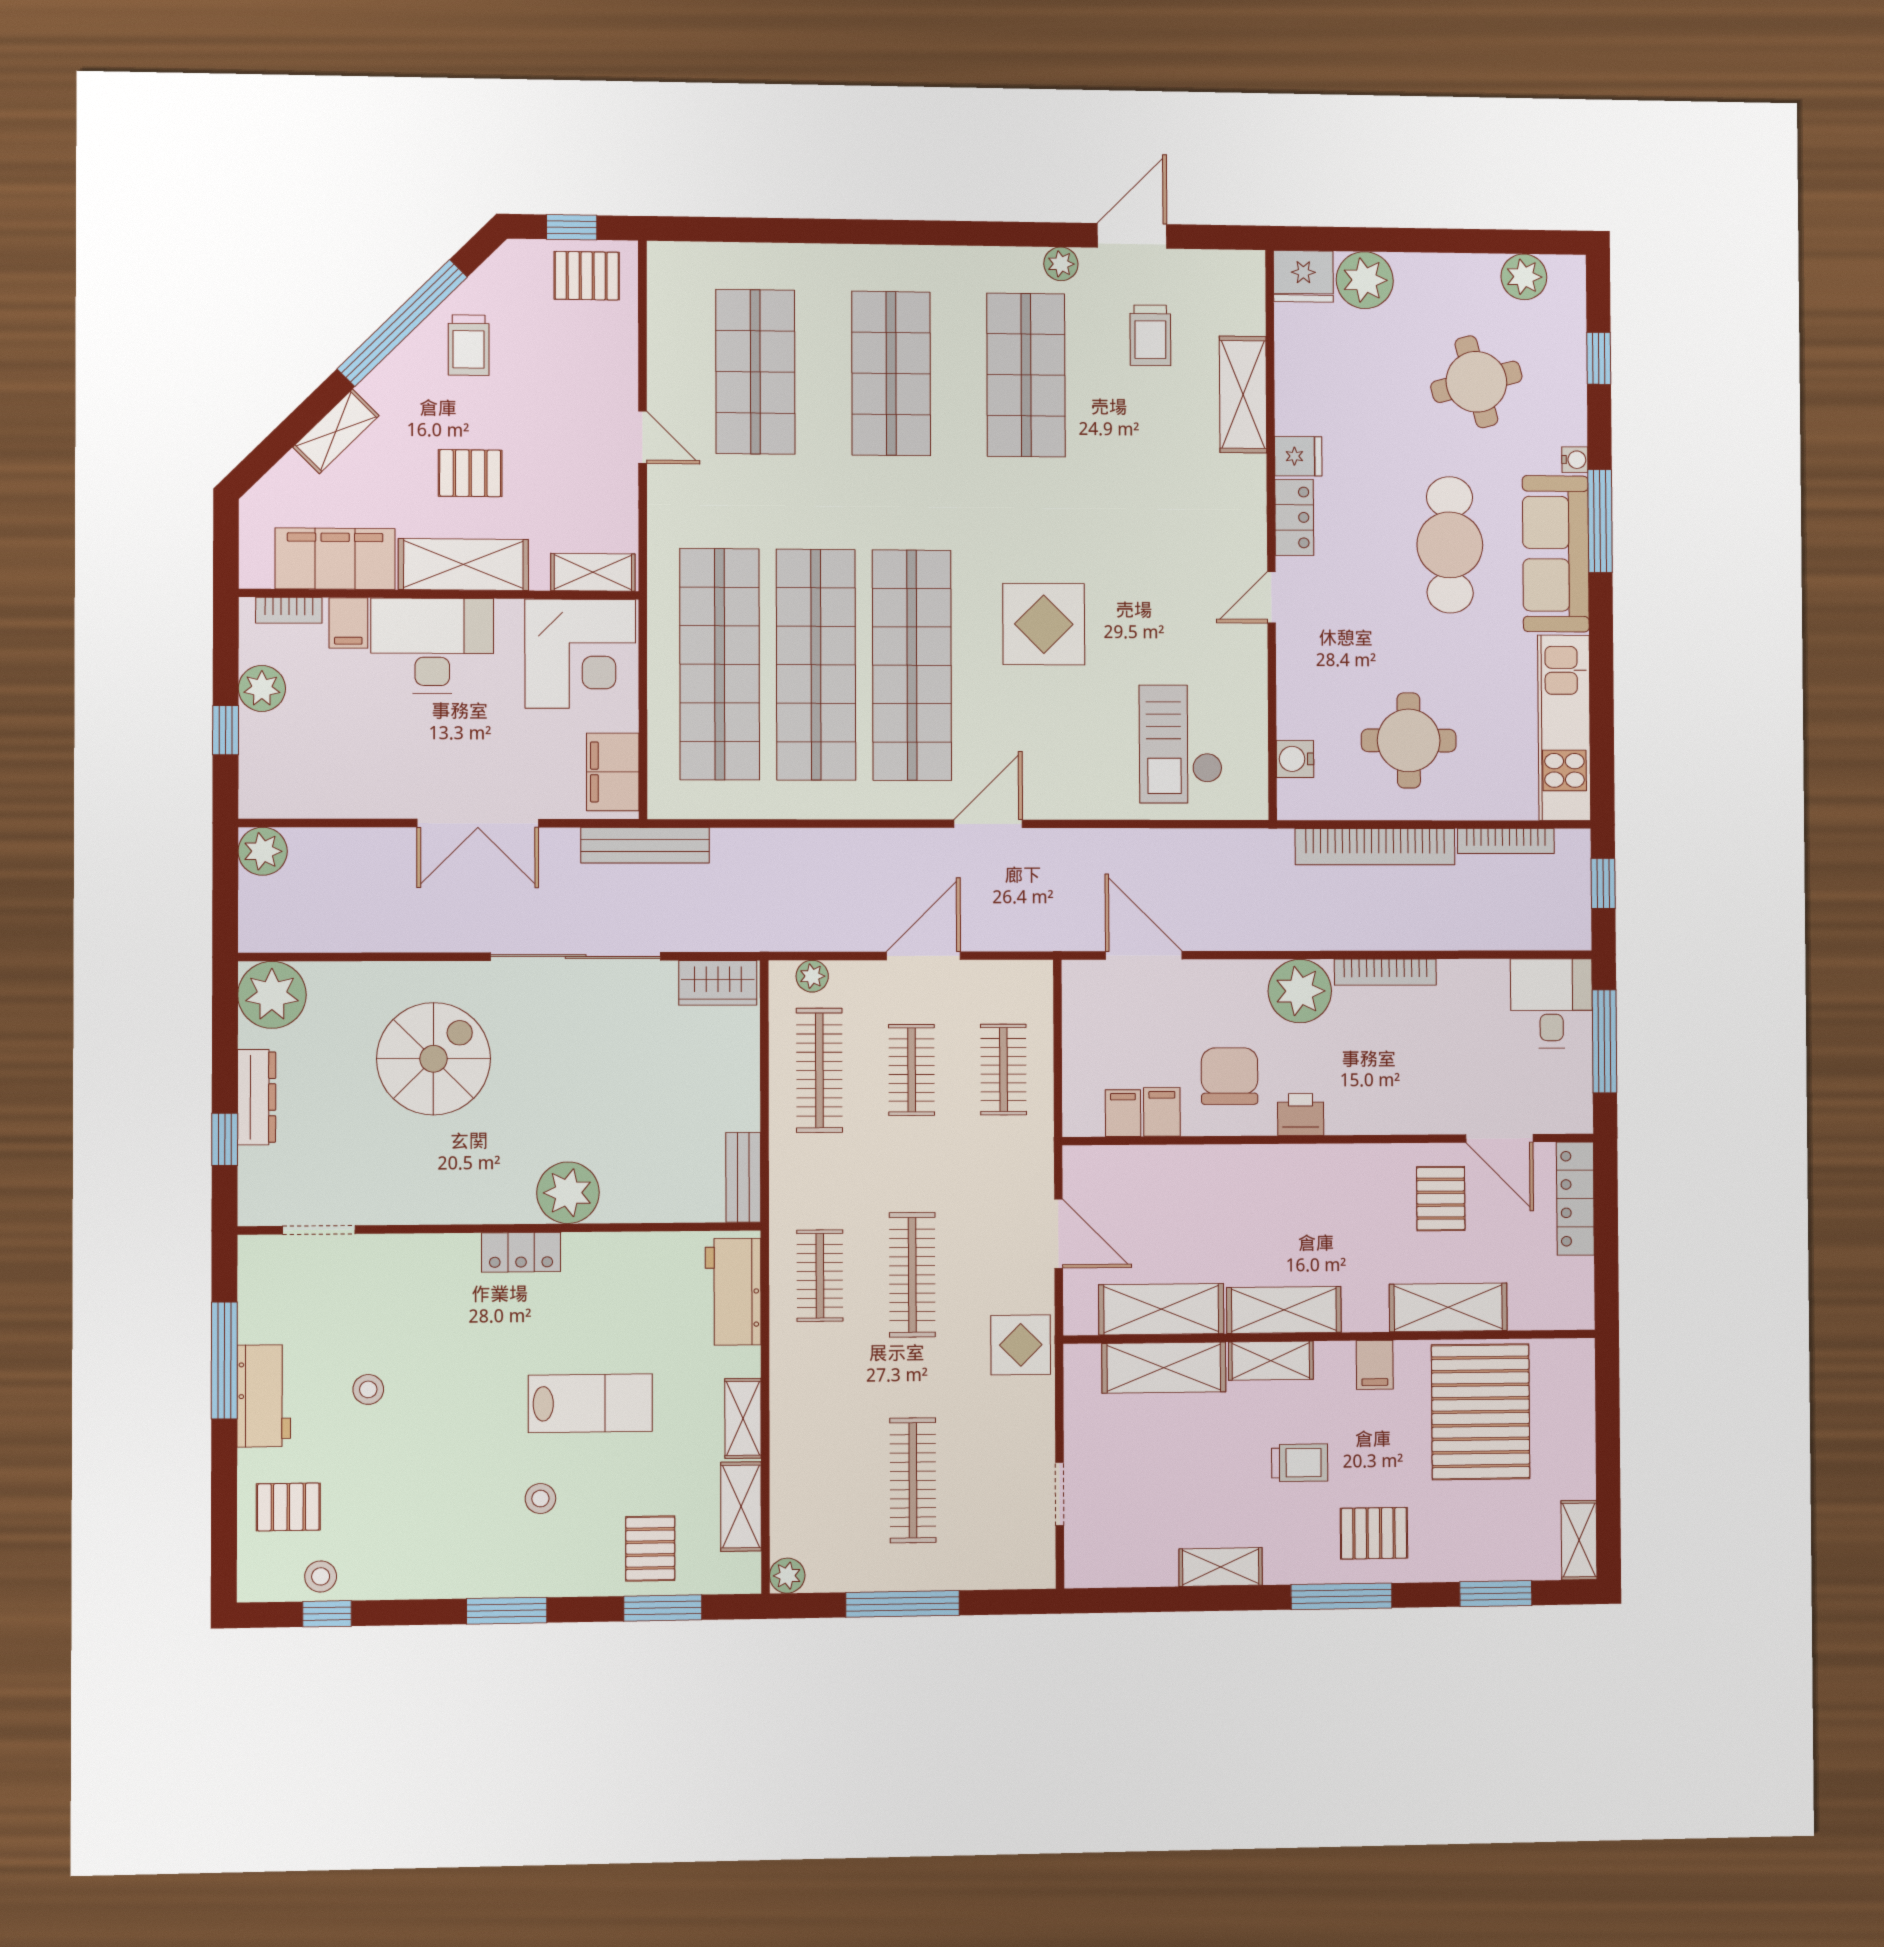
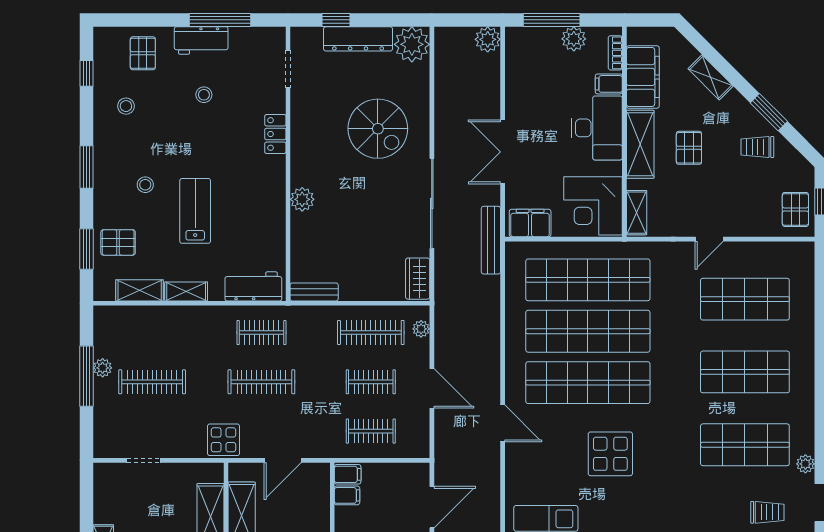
window: (402, 323) -> (769, 112), width x0.47
trolley: (1150, 335) -> (767, 512), turned 180
window: (226, 730) -> (552, 20), width x2.17
dresser: (257, 1097) -> (358, 39), width x1.37, depth x1.24
filing cabinet: (1162, 1112) -> (348, 474), moved
plant: (568, 1193) -> (302, 199), width x0.73, depth x0.73
locker: (521, 1252) -> (275, 134), moved
lab bench: (590, 1403) -> (195, 211), turned 180
stool: (321, 1576) -> (126, 106), moved
plant: (787, 1576) -> (103, 368), moved

